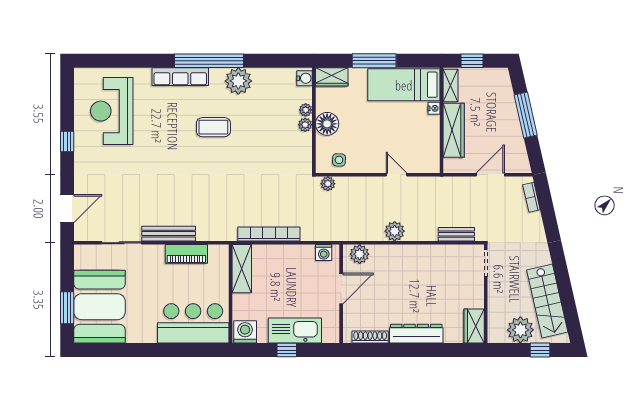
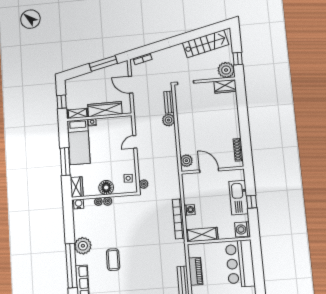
window: (526, 115) -> (103, 64), moved
plant: (395, 231) -> (169, 120), moved
washing machine: (324, 253) -> (189, 210), moved
plant: (520, 330) -> (226, 70), moved
dresser: (416, 334) -> (233, 121), removed
window: (540, 350) -> (238, 59), moved

